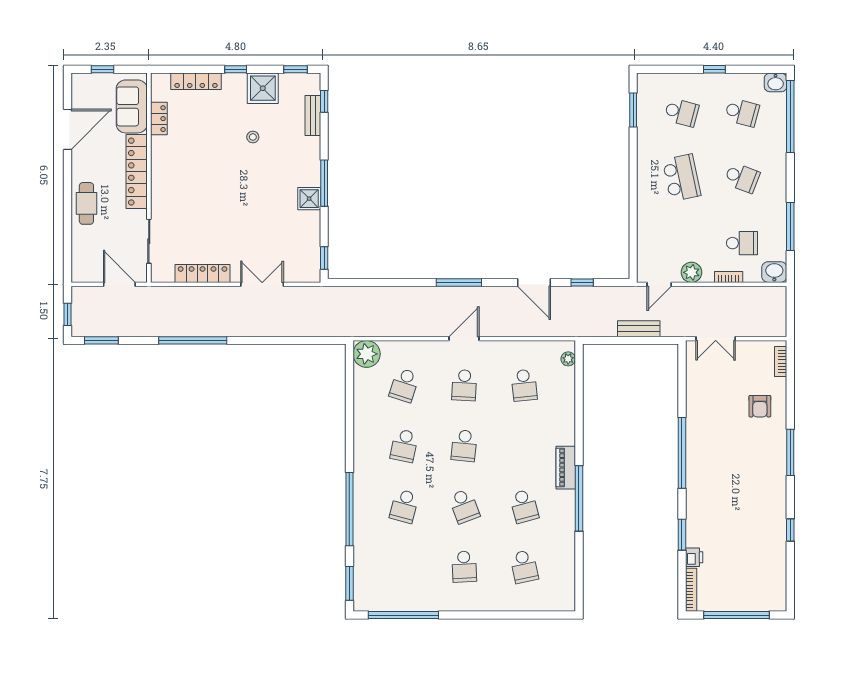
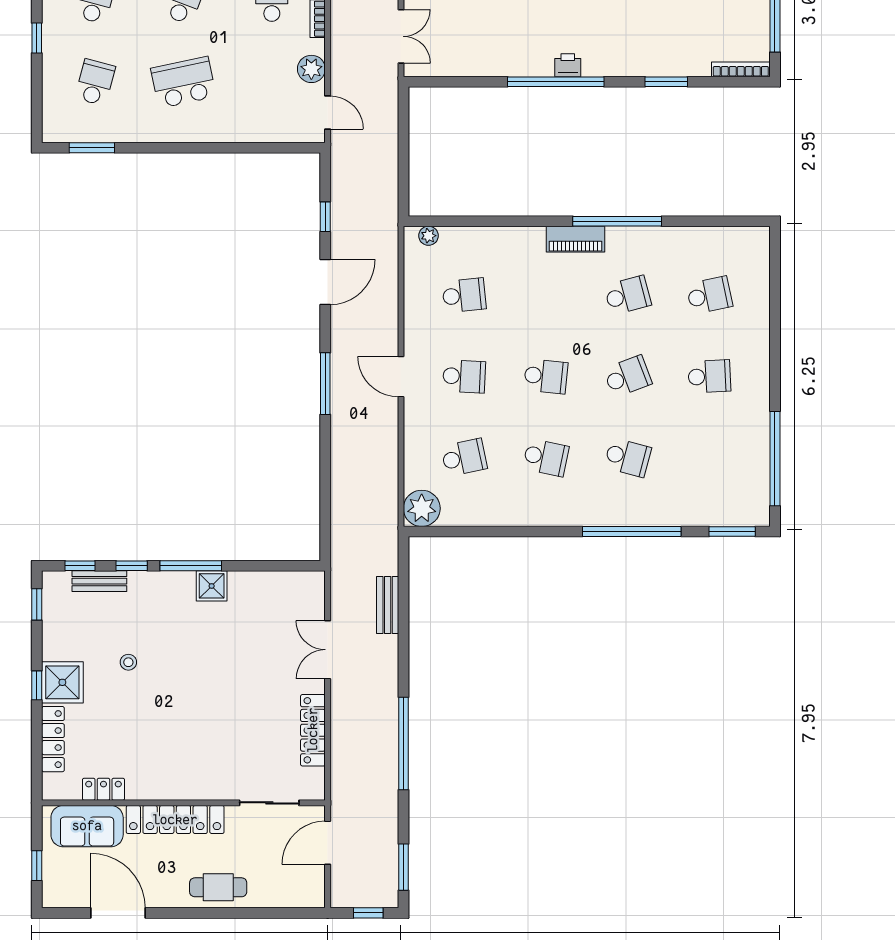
shower: (263, 88) -> (62, 682), moved
window: (324, 258) -> (132, 566), moved
bench: (639, 329) -> (388, 605), moved
school desk: (404, 385) -> (464, 457), turned -30
printer: (694, 557) -> (568, 65), moved

